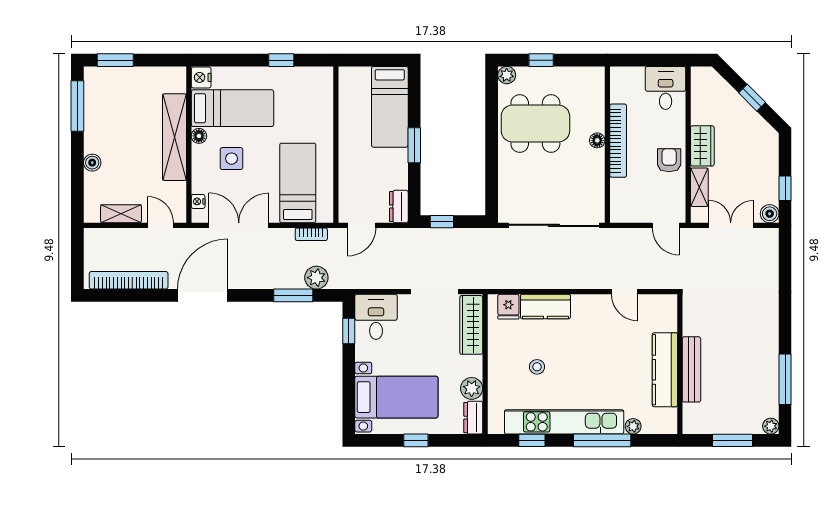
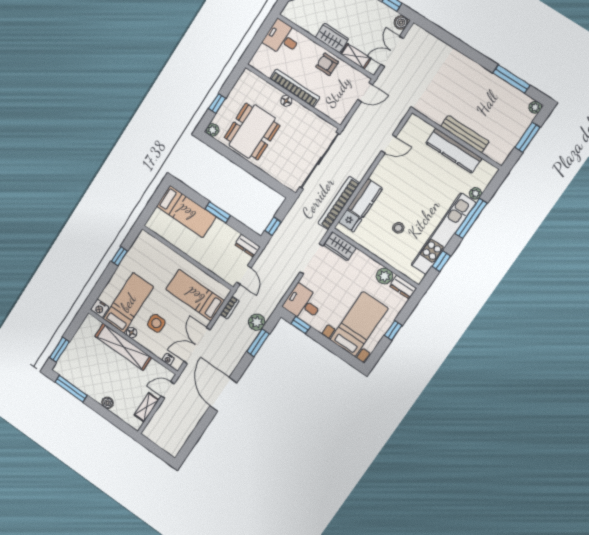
bookcase: (129, 280) -> (339, 203), moved
wardrobe: (471, 325) -> (340, 246), width x0.67

